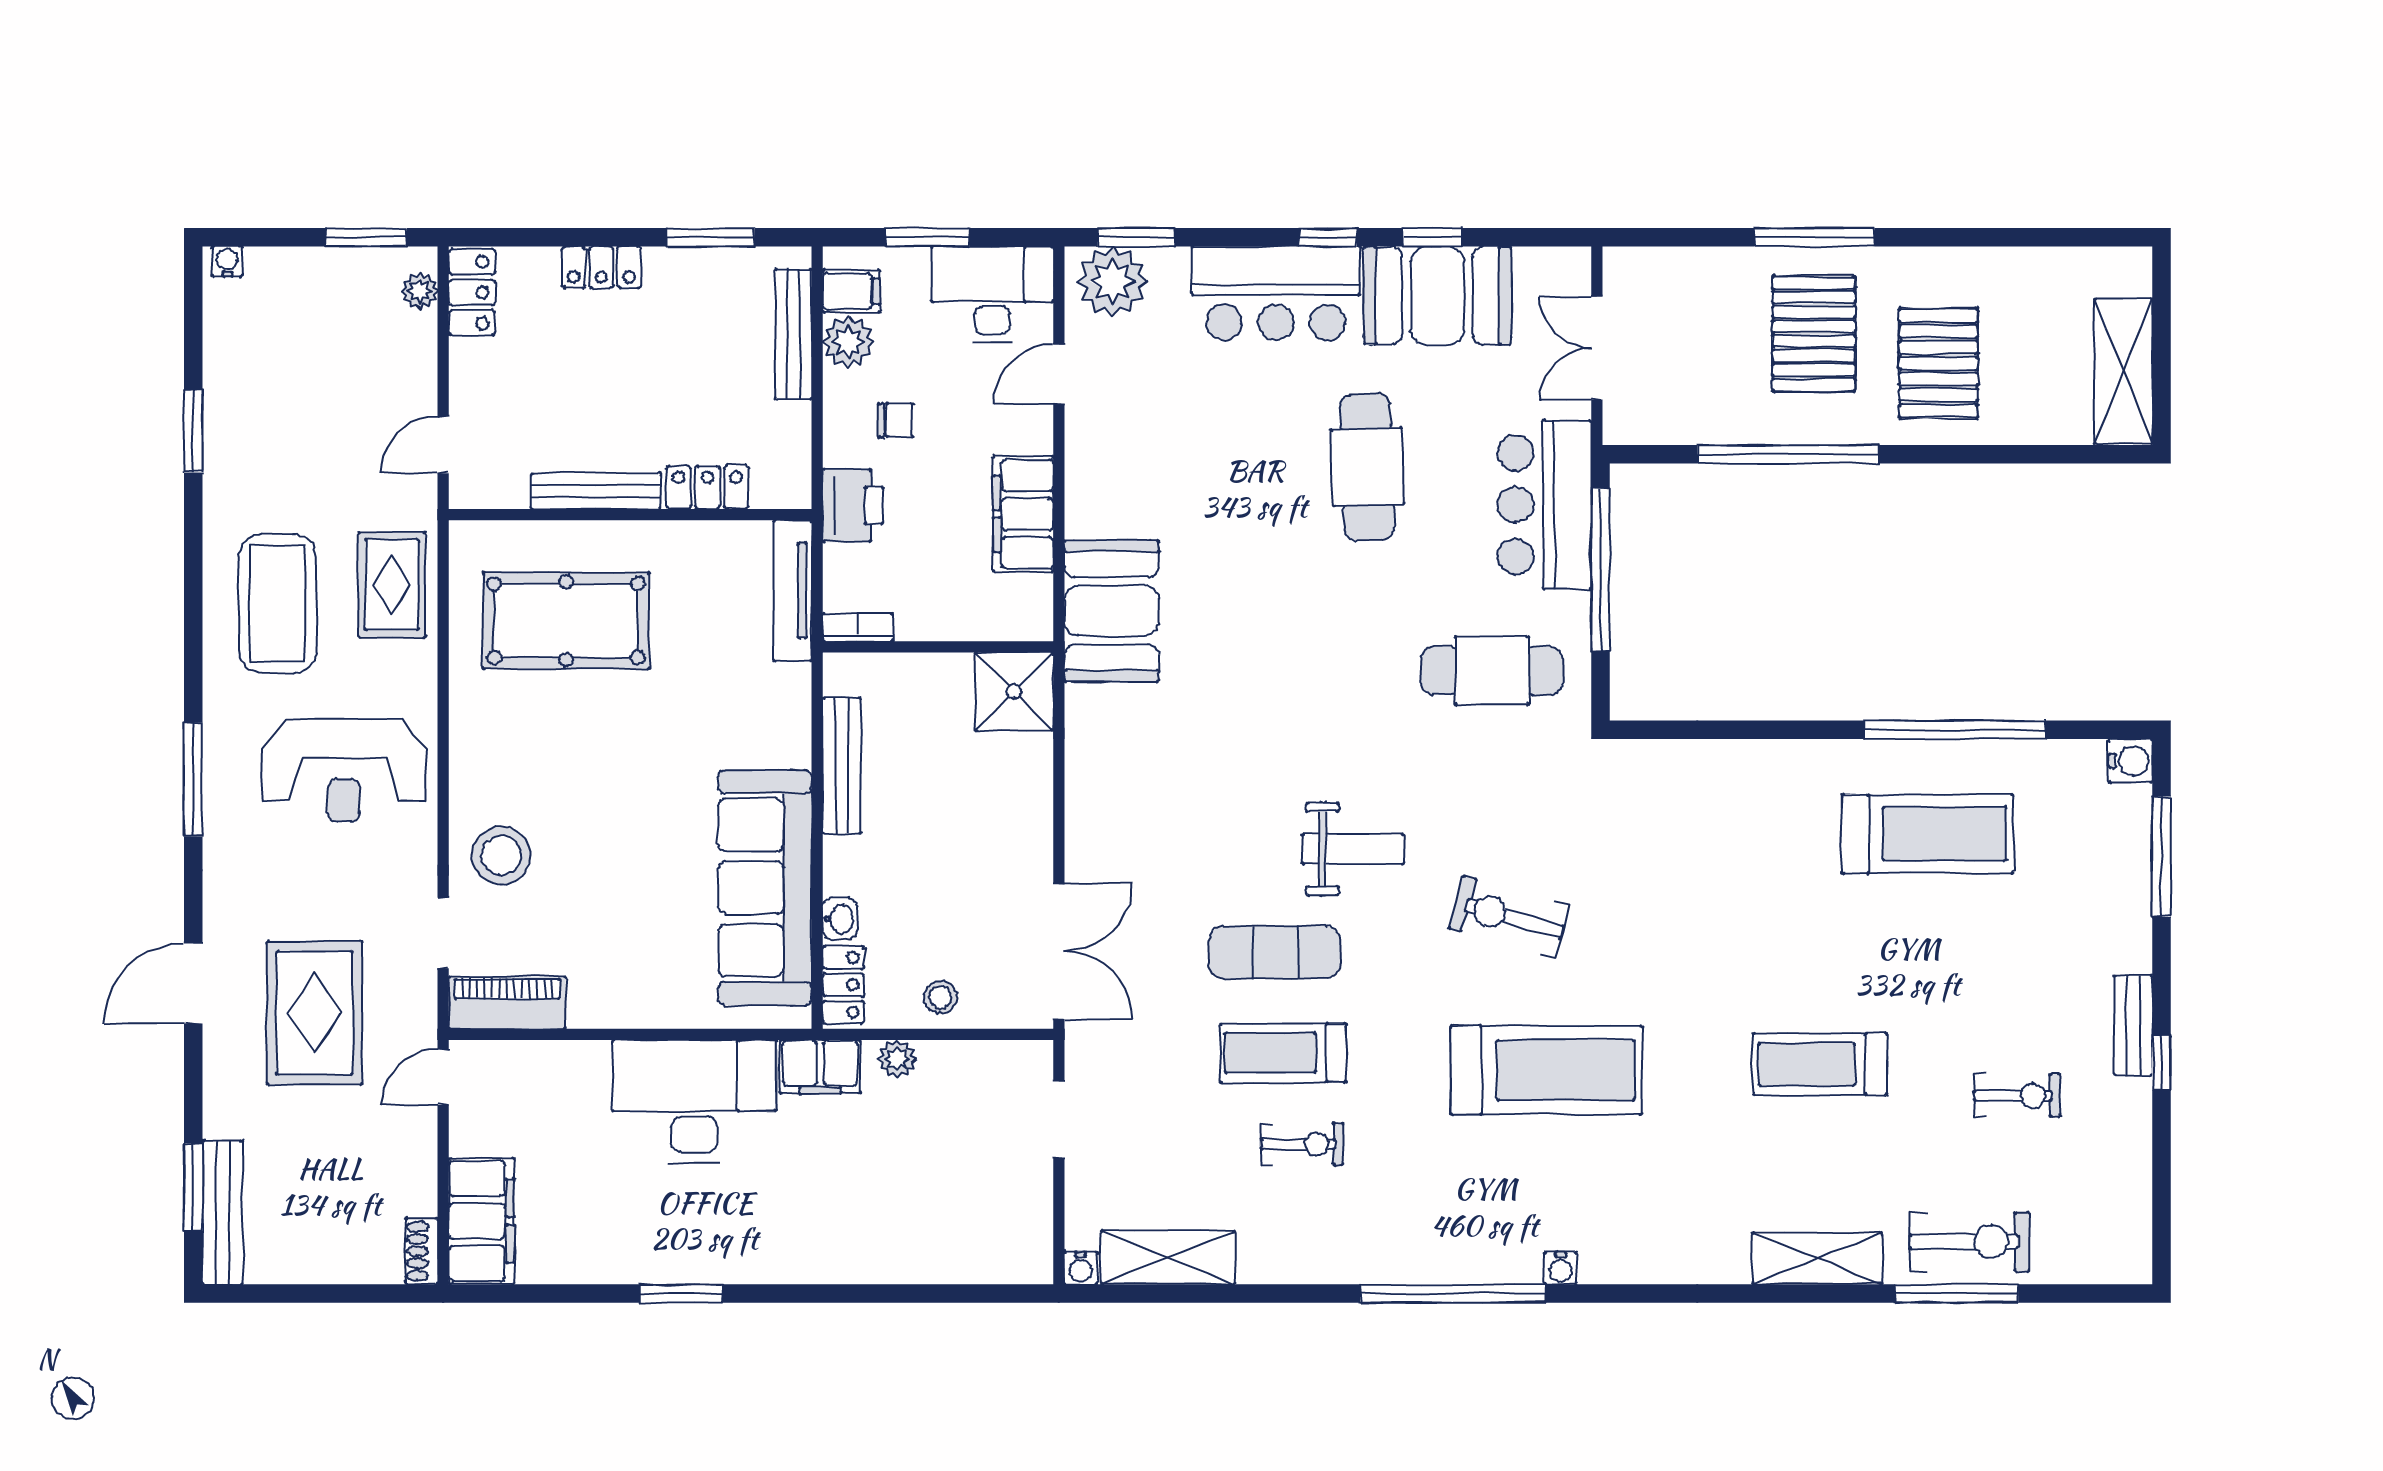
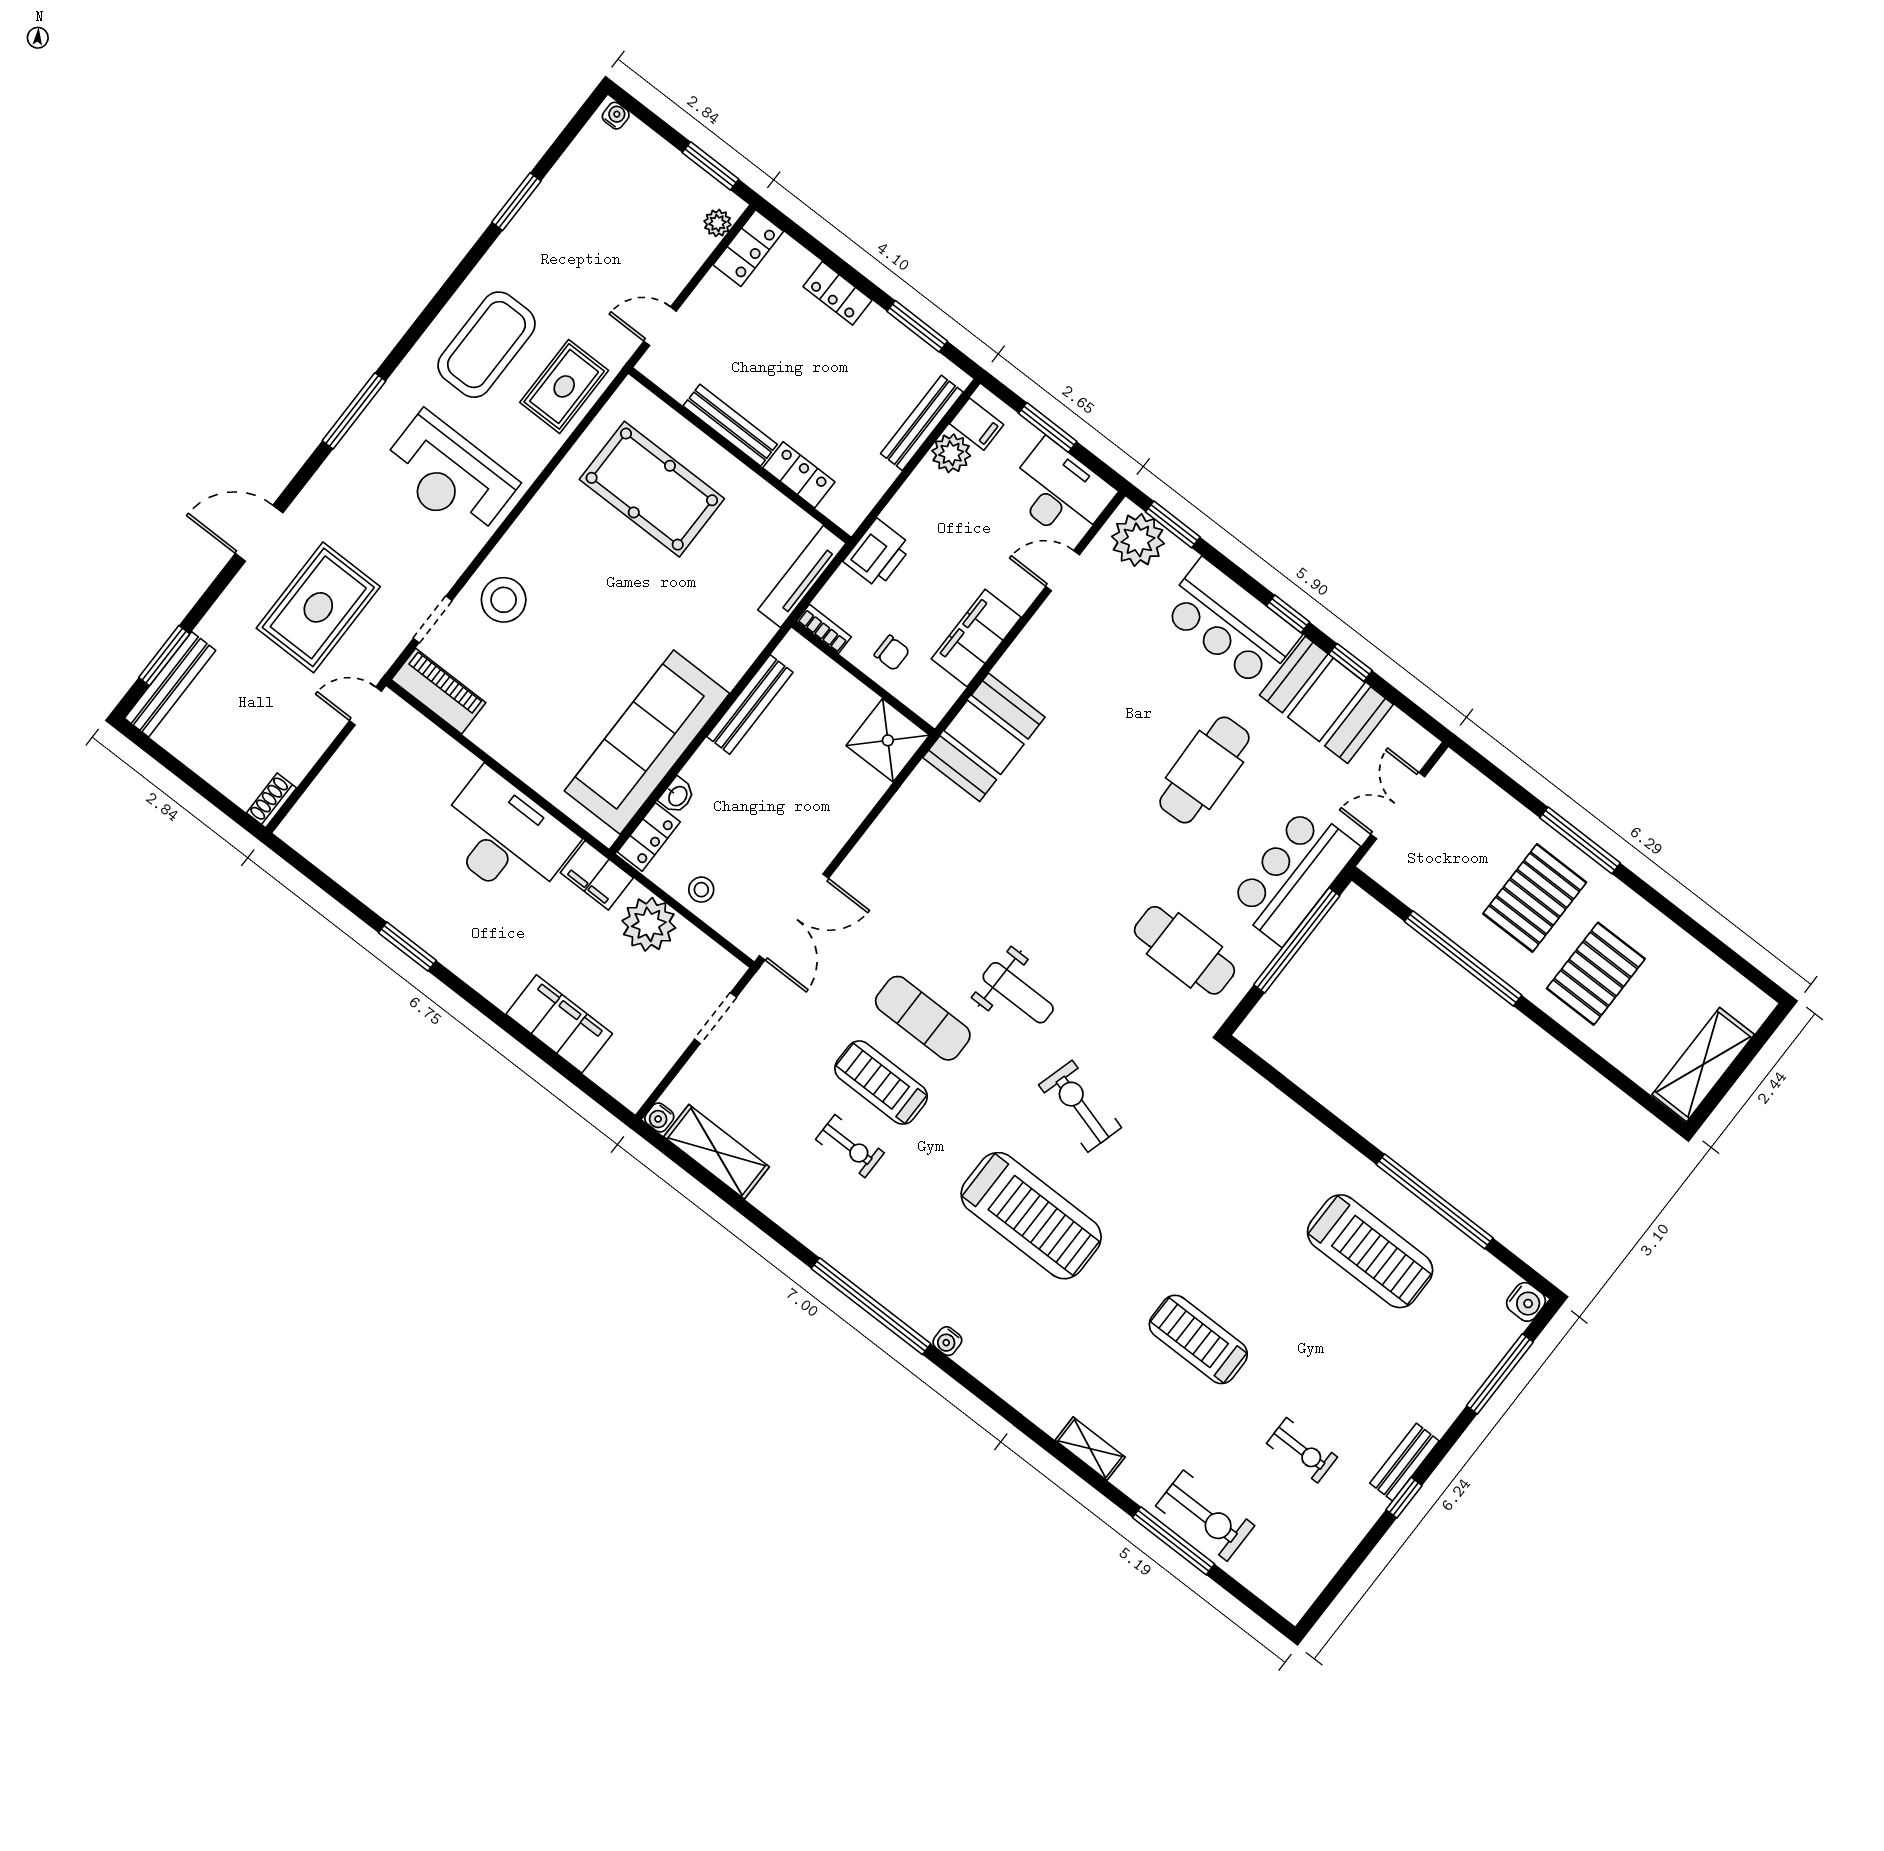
chair: (895, 420) -> (892, 653), moved
plant: (897, 1059) -> (649, 924), width x1.88, depth x1.88
filing cabinet: (481, 1221) -> (559, 1024), moved, turned -90
shelving: (1817, 1258) -> (1090, 1449), width x0.67, depth x0.75

